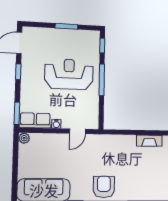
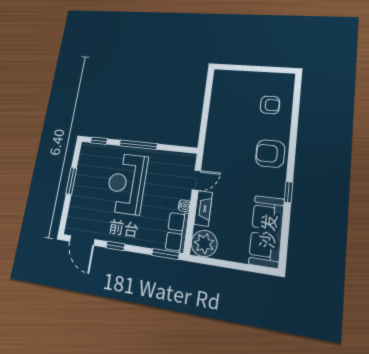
door: (77, 131) -> (196, 180), hinge flipped
plant: (24, 138) -> (204, 244), width x1.88, depth x1.88
fireplace: (149, 141) -> (203, 208), moved
armchair: (143, 183) -> (270, 105), added

